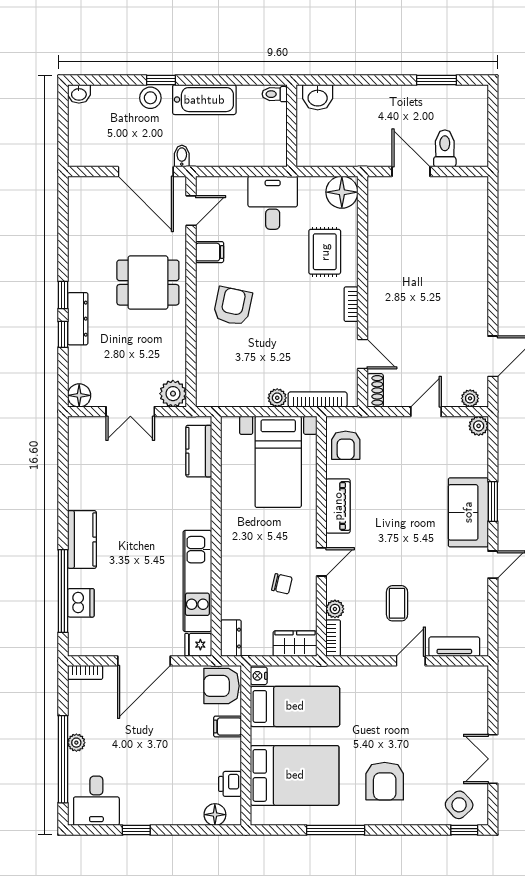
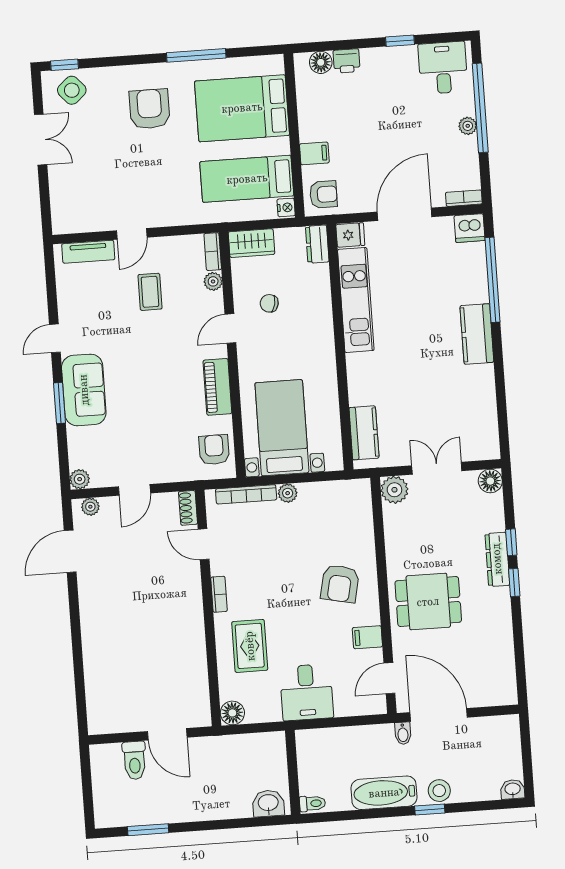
floor lamp: (342, 192) -> (232, 713), width x0.73, depth x0.73
dishwasher: (81, 603) -> (469, 228), moved, turned -90
armchair: (222, 686) -> (323, 194), width x0.72, depth x0.72
printer: (230, 784) -> (347, 61), moved, turned 90

